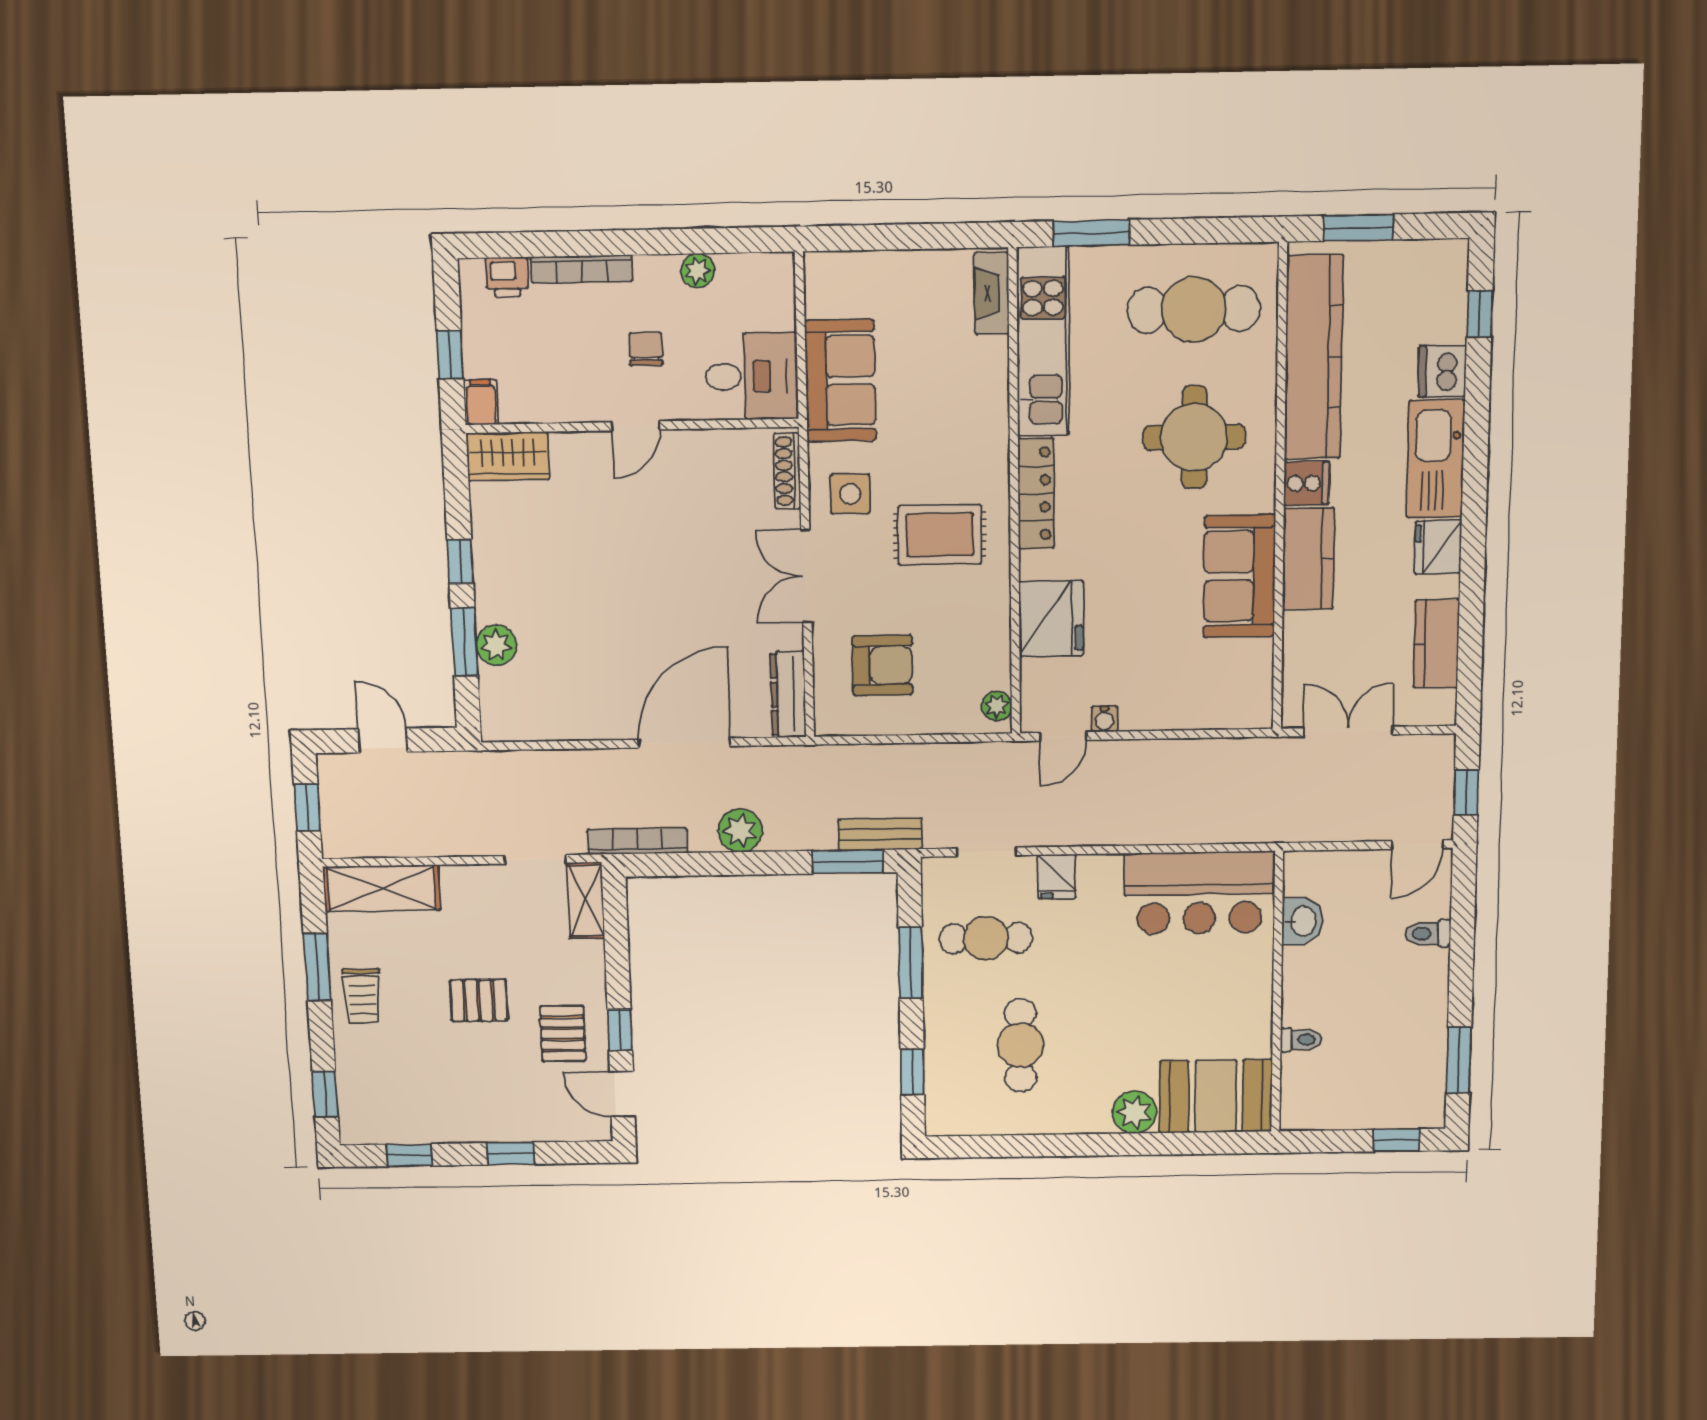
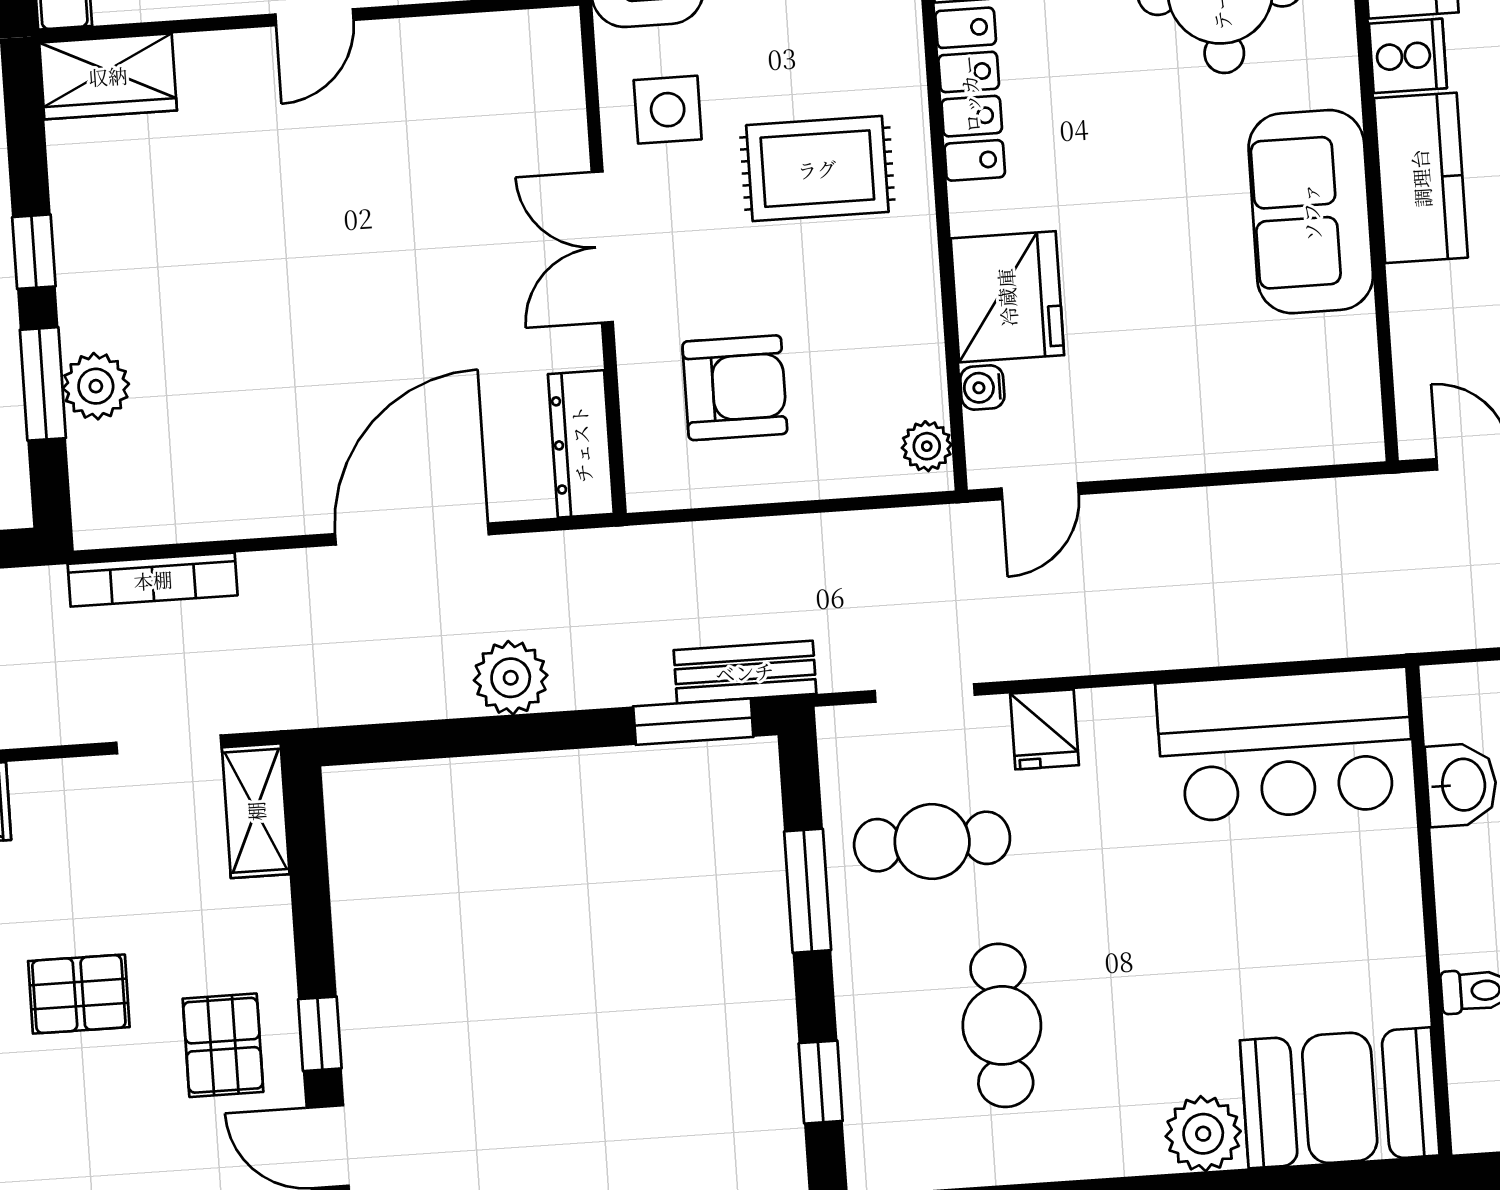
shoe rack: (787, 471) -> (563, 78), removed
water cooler: (1105, 719) -> (982, 388), moved, turned 90
bookcase: (637, 841) -> (153, 580), moved, turned 180

